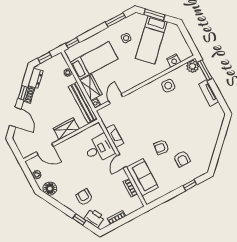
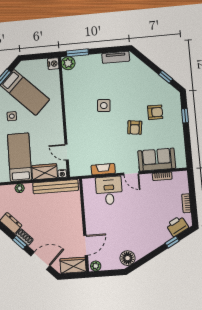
nightstand: (174, 61) -> (53, 64), moved
side table: (168, 86) -> (104, 106), moved
tv unit: (209, 93) -> (116, 57), moved
wardrobe: (66, 129) -> (73, 265), moved, turned 90
window: (216, 155) -> (166, 77), added
plant: (37, 175) -> (96, 266), moved
armchair: (84, 197) -> (151, 227), removed

